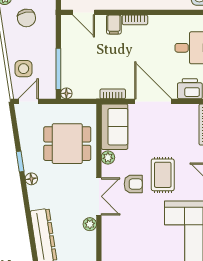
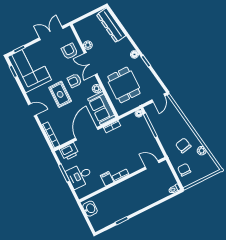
filing cabinet: (114, 24) -> (107, 179), moved
side table: (24, 69) -> (170, 115), removed
door: (153, 101) -> (87, 134), swing flipped
dining table: (67, 144) -> (124, 85), turned 90
armchair: (120, 228) -> (69, 51), added

